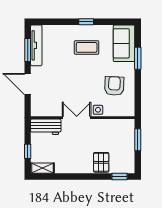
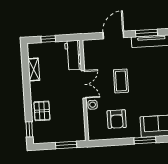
coffee table: (87, 47) -> (121, 81), moved
armchair: (114, 86) -> (117, 119), turned 87
pallet: (101, 162) -> (42, 111), turned 90
shelving: (42, 168) -> (34, 69), moved

